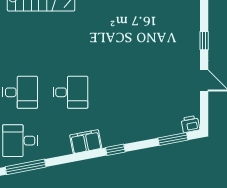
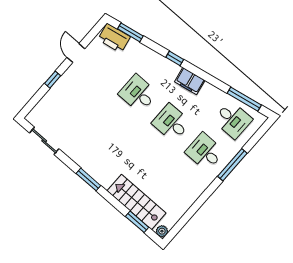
desk: (121, 92) -> (138, 94), added
printer: (190, 124) -> (114, 38), width x1.87, depth x1.48

